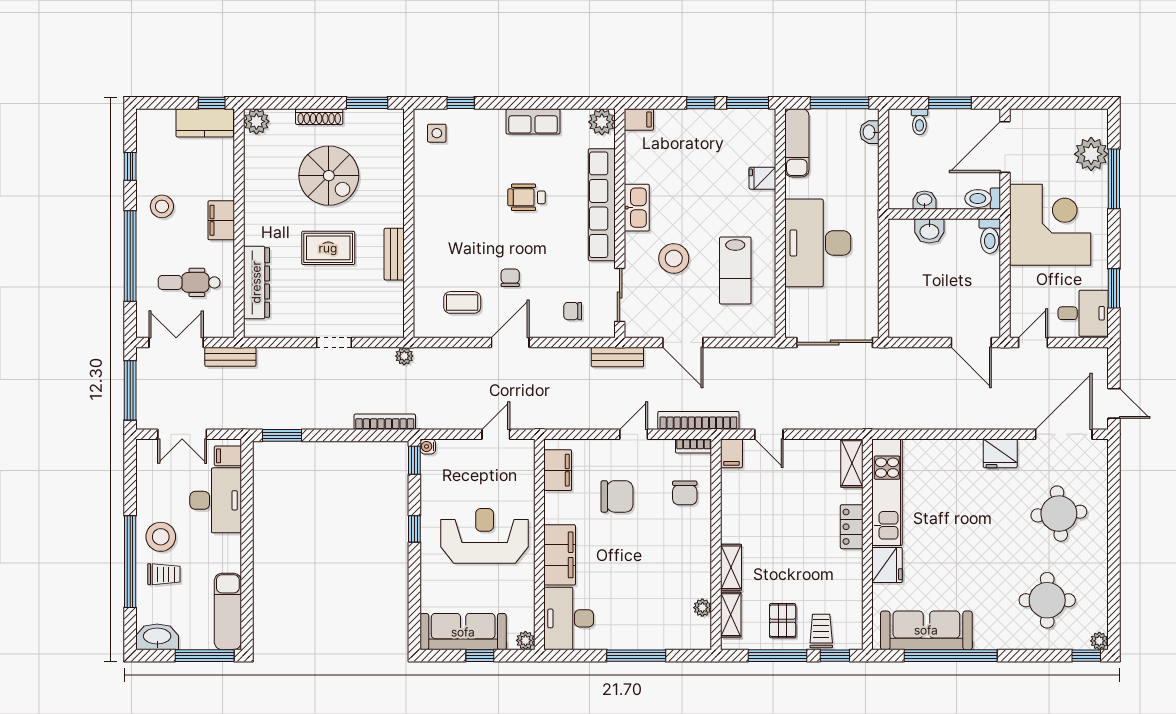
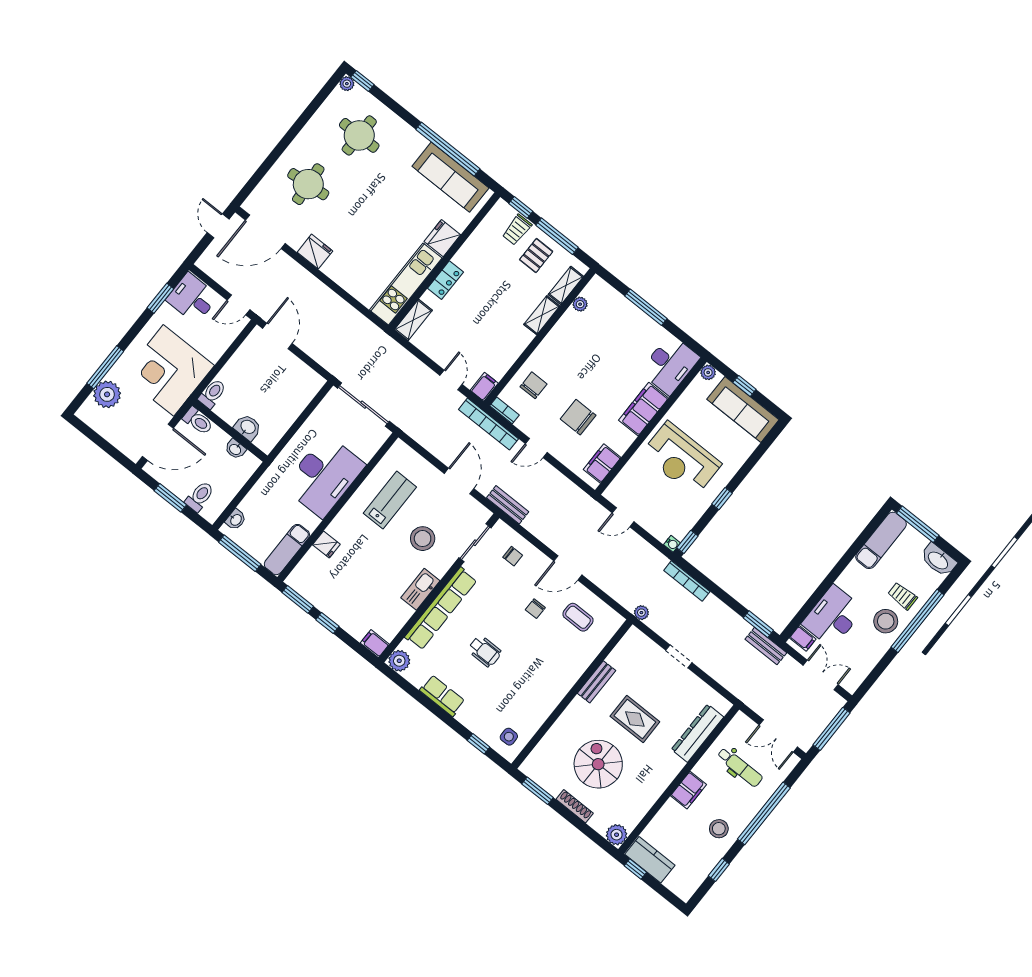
toilet: (919, 122) -> (200, 496), width x1.37, depth x1.39
bench: (230, 357) -> (766, 646), moved

